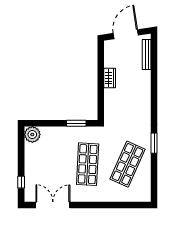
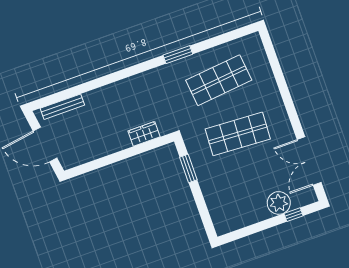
wardrobe: (110, 78) -> (144, 134), moved
plant: (32, 134) -> (279, 203), moved
shop shelf: (128, 164) -> (219, 80), turned -30

